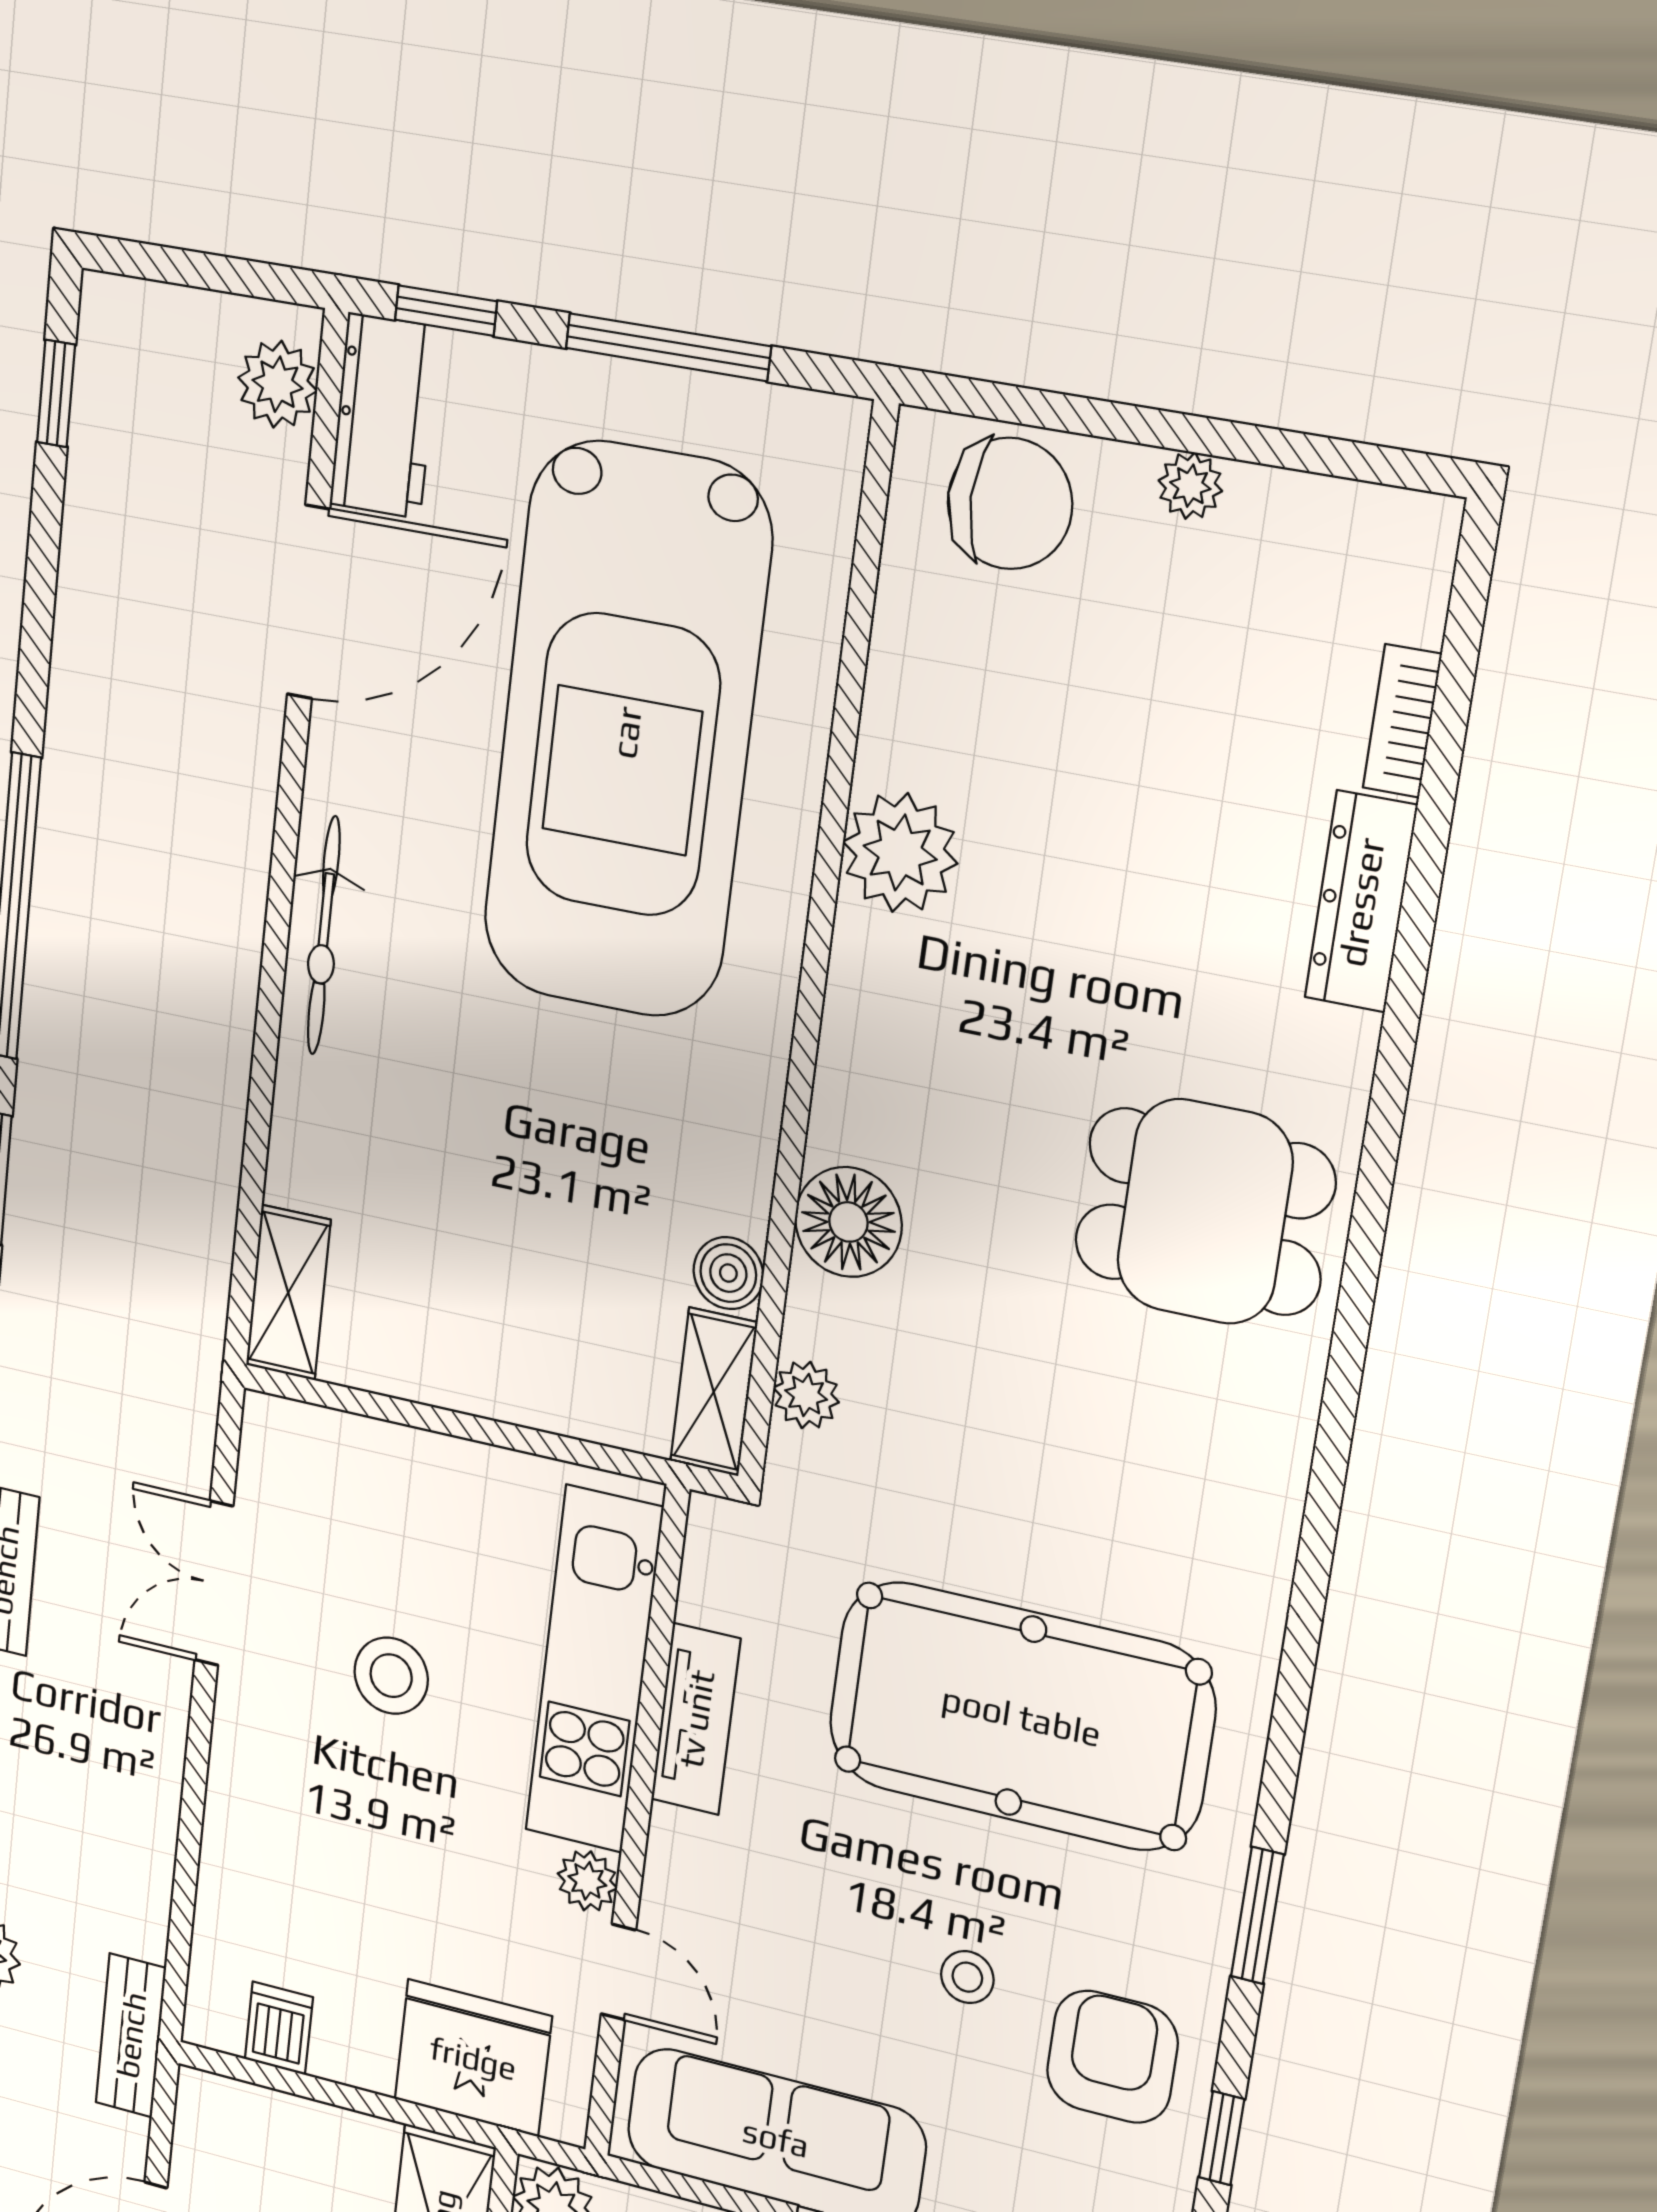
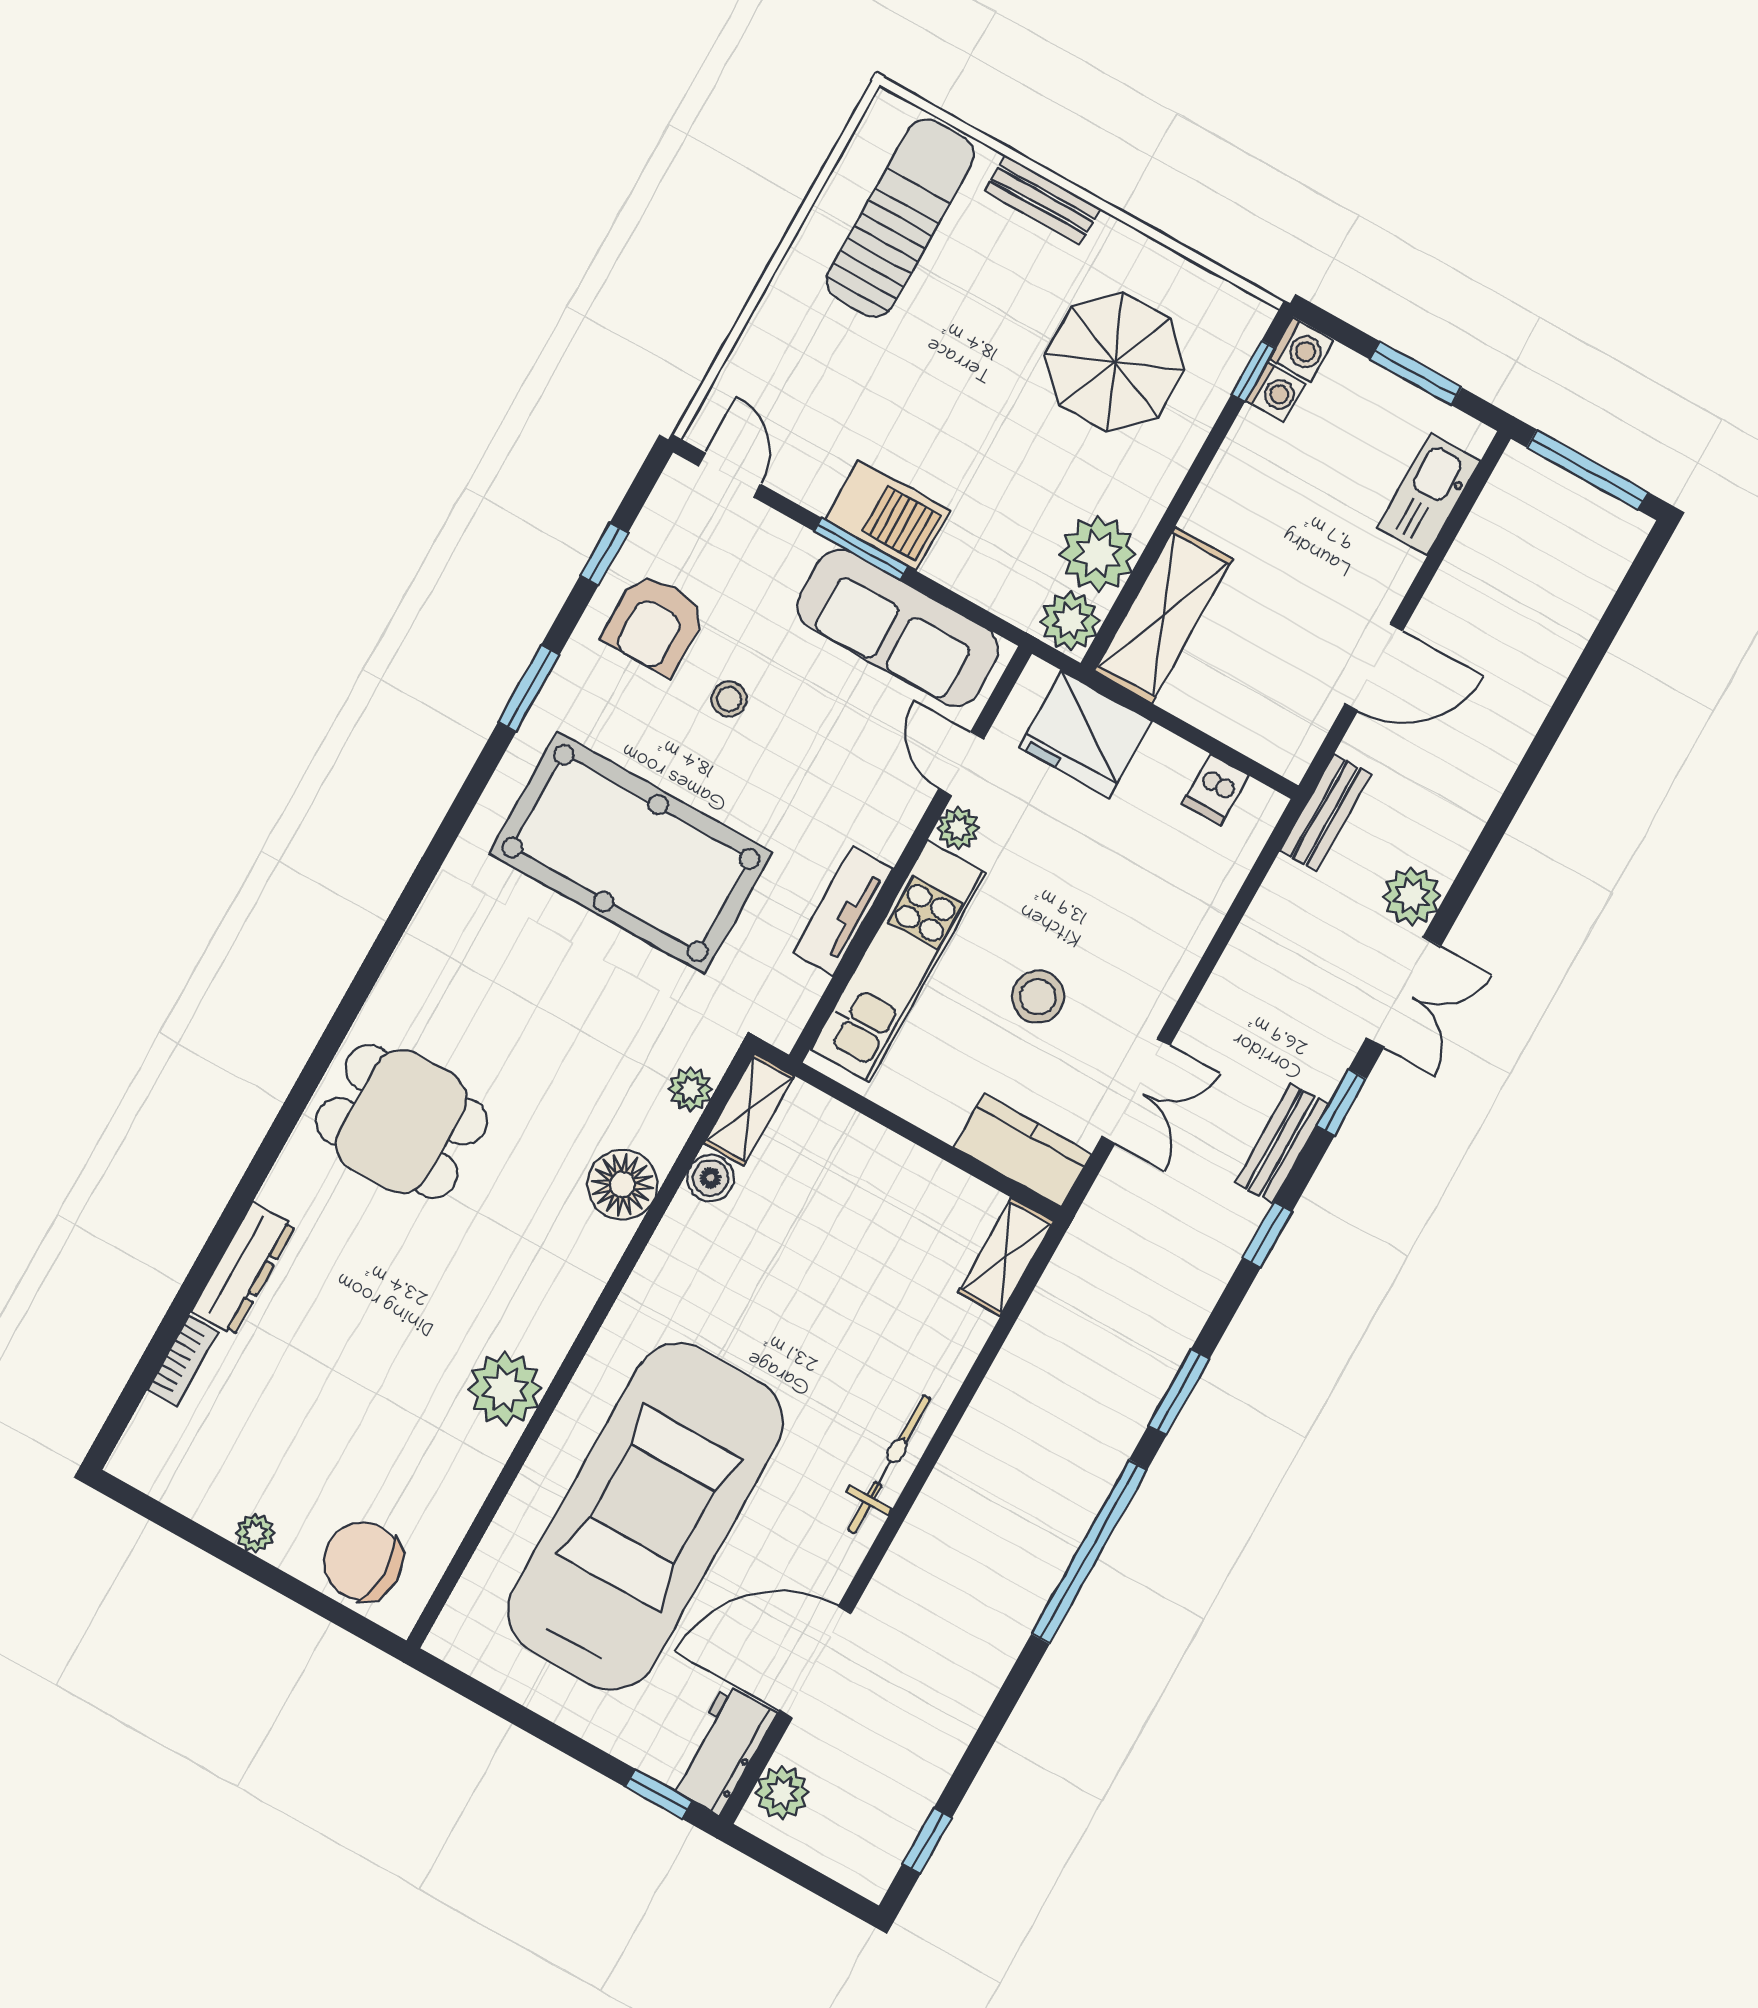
window: (668, 347) -> (532, 1723), removed
kitchen counter: (326, 1452) -> (1023, 1150), added

